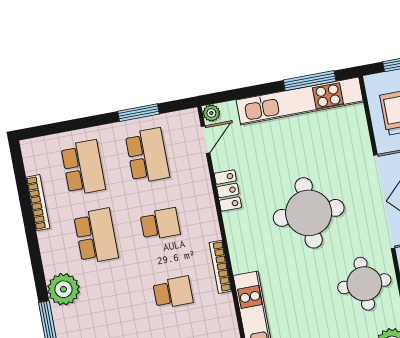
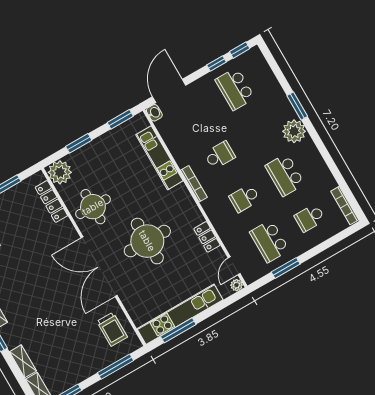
school desk: (83, 168) -> (310, 218), width x0.54
bookcase: (38, 203) -> (345, 206), moved
school desk: (173, 292) -> (220, 155), turned 180

